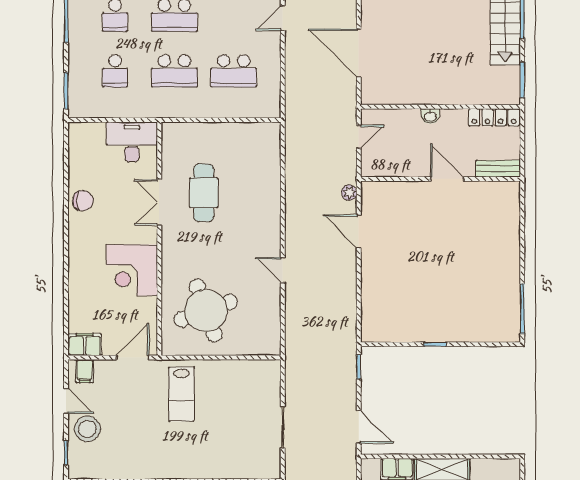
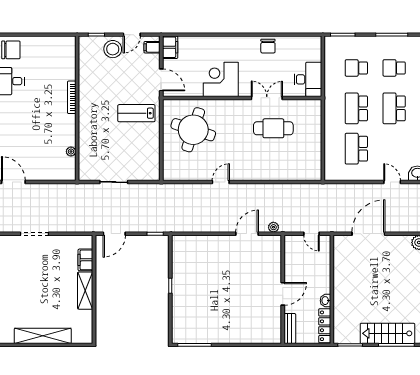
washbasin: (430, 116) -> (325, 301), moved
round table: (206, 311) -> (193, 130), turned 38

